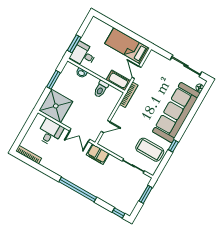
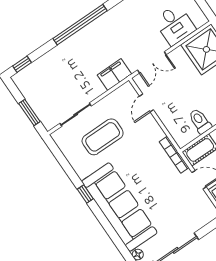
double door: (80, 135) -> (152, 62), swing flipped
window: (173, 146) -> (85, 194), moved
coffee table: (150, 150) -> (103, 137), moved

